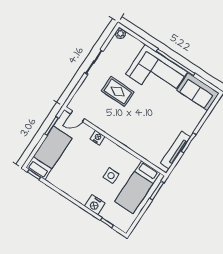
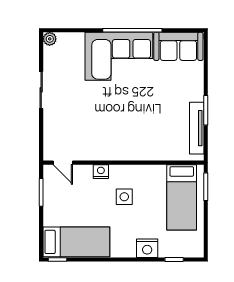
rug: (118, 91) -> (89, 105), removed
door: (77, 116) -> (63, 163), hinge flipped
bed: (49, 153) -> (76, 242), moved, turned 90
side table: (111, 176) -> (124, 197), moved

